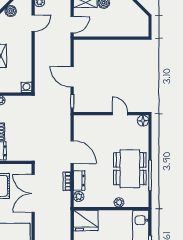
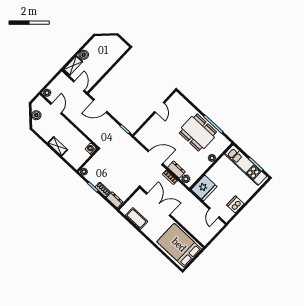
door: (72, 77) -> (100, 106), moved
door: (120, 114) -> (159, 107), swing flipped
floor lamp: (143, 121) -> (176, 98), removed
double door: (33, 193) -> (158, 204), swing flipped

